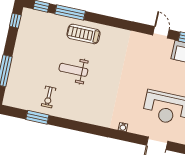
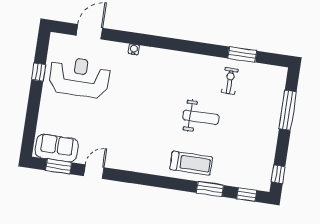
window: (70, 13) -> (210, 189), width x0.69
door: (161, 32) -> (94, 172), swing flipped

